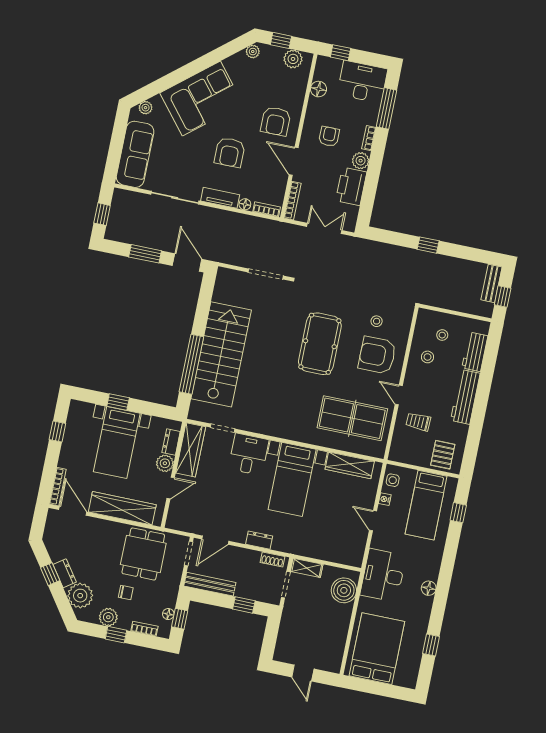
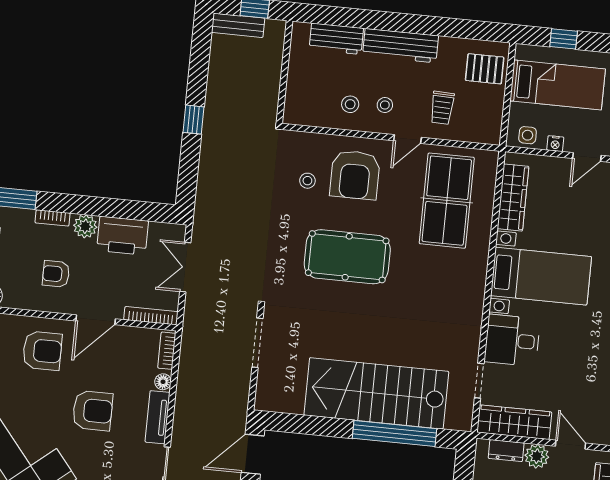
stool: (442, 335) -> (385, 105), moved

